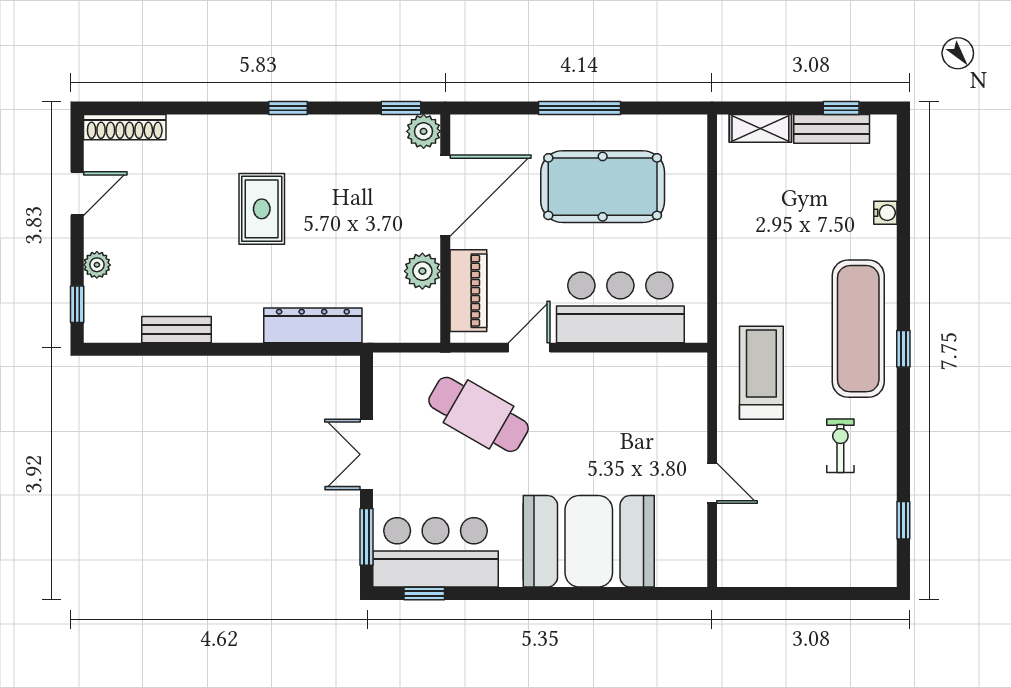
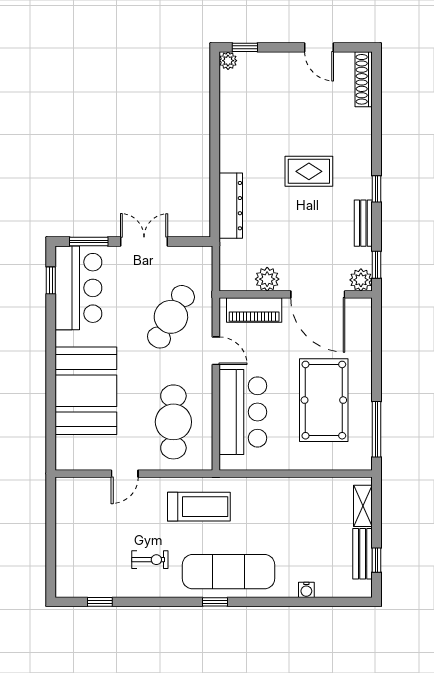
window: (579, 108) -> (377, 429), moved
plant: (97, 265) -> (228, 61), moved
bench: (176, 330) -> (363, 223), moved
cafe table: (635, 411) -> (173, 422), added

